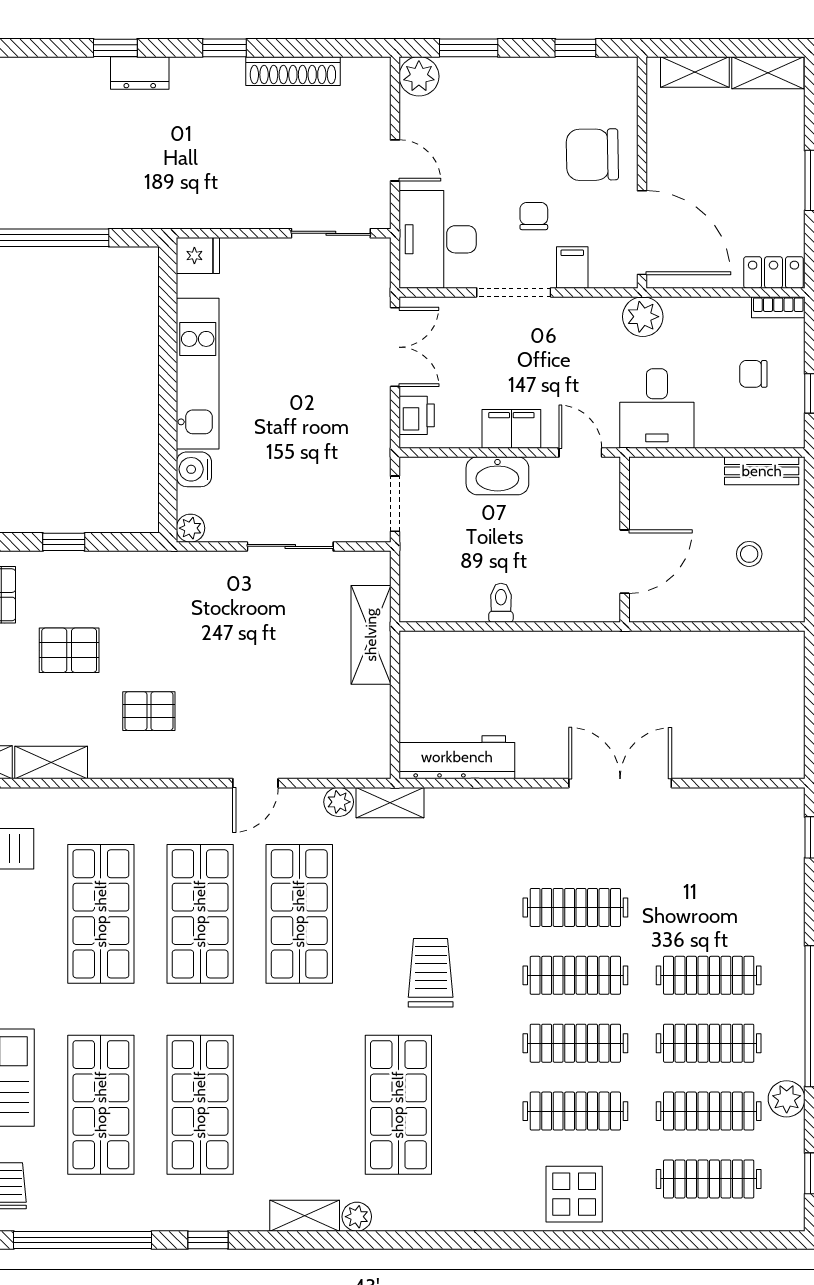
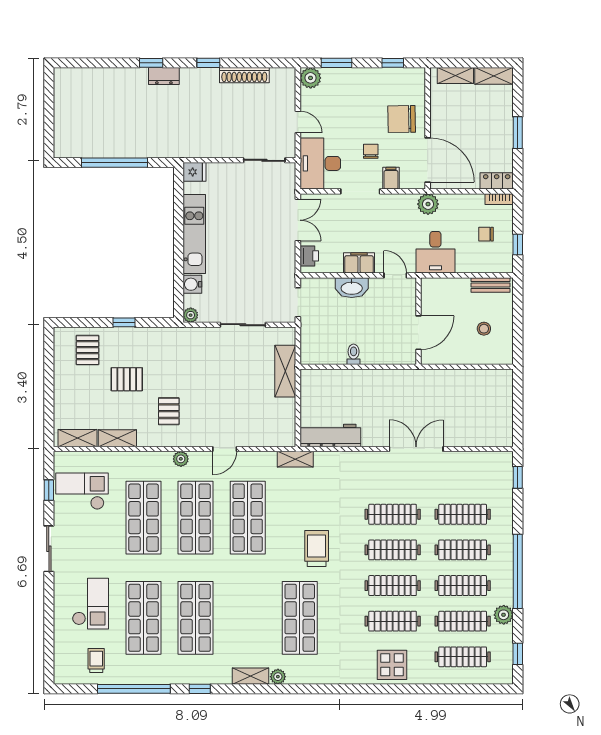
pallet: (149, 711) -> (169, 411), turned 90
plant: (339, 802) -> (181, 459), moved
clothes rail: (709, 907) -> (463, 514), added

